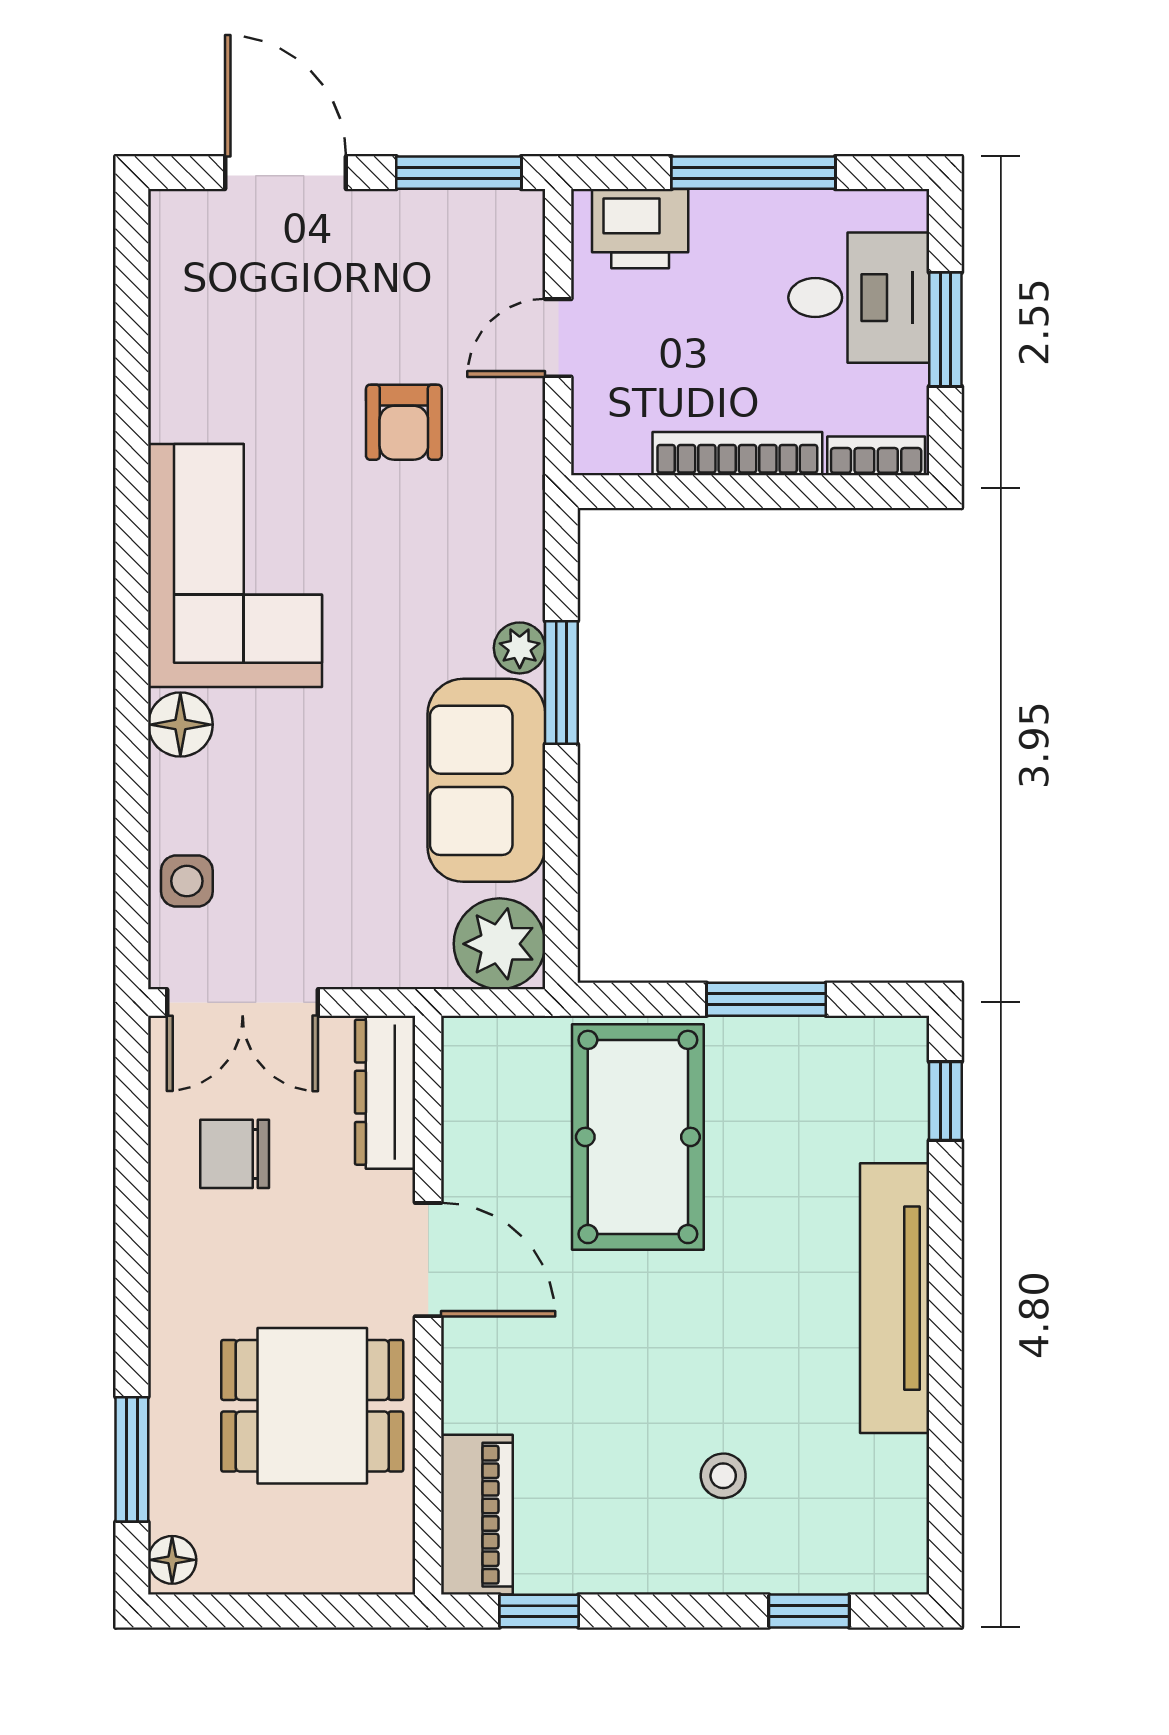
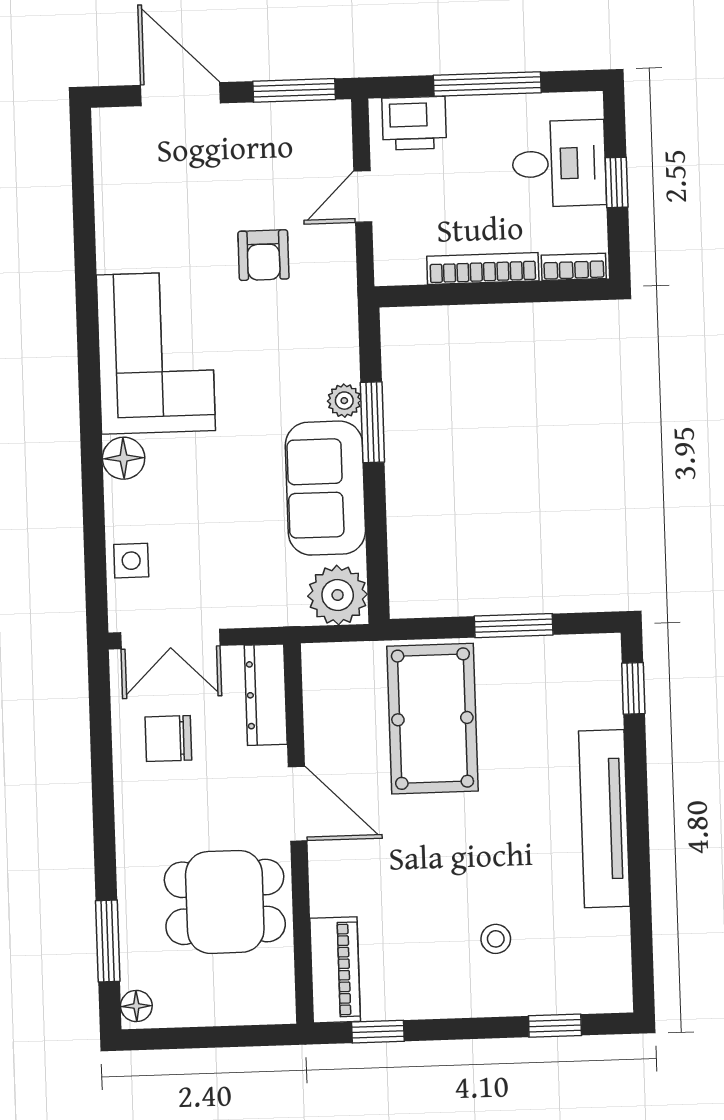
window: (945, 329) -> (617, 182), width x0.67

